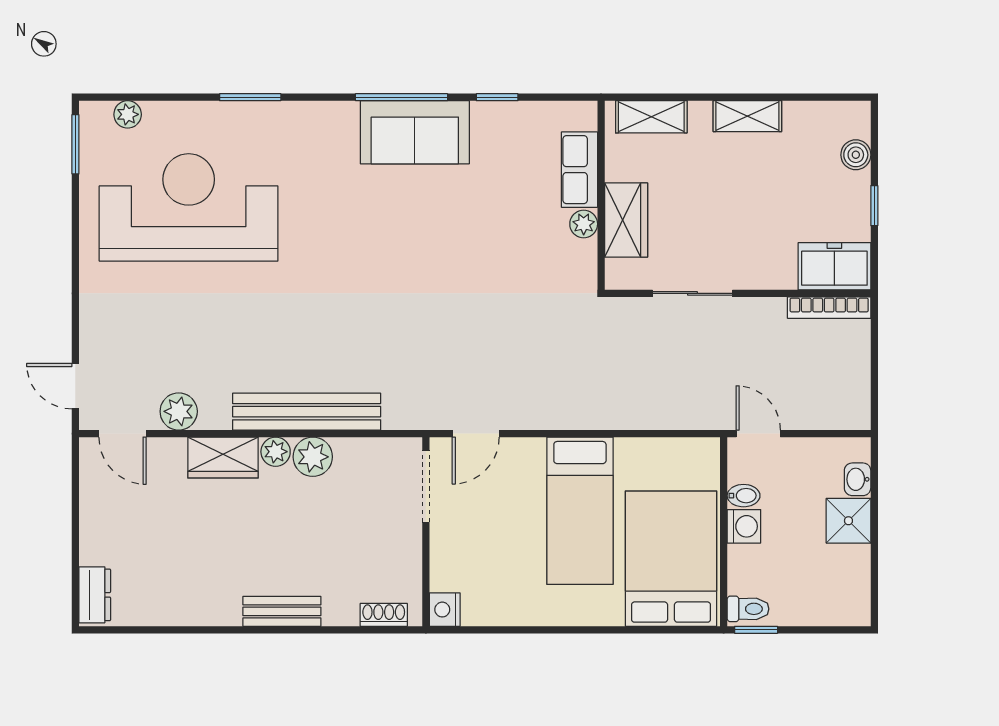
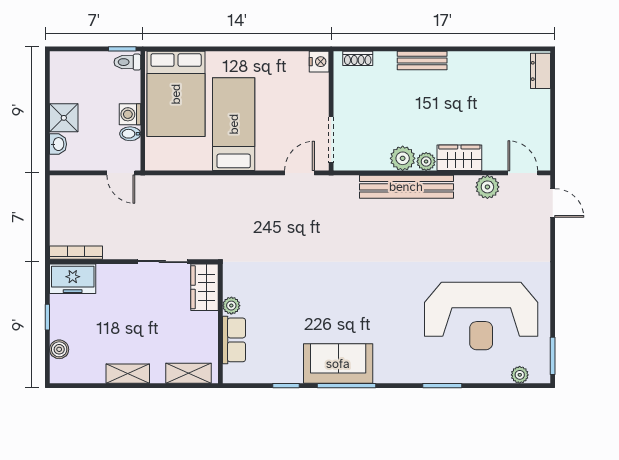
wardrobe: (626, 220) -> (204, 287), moved

